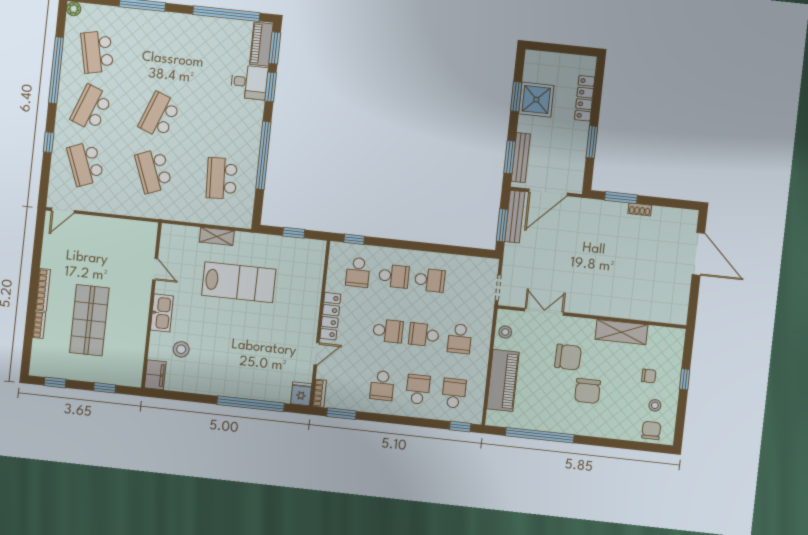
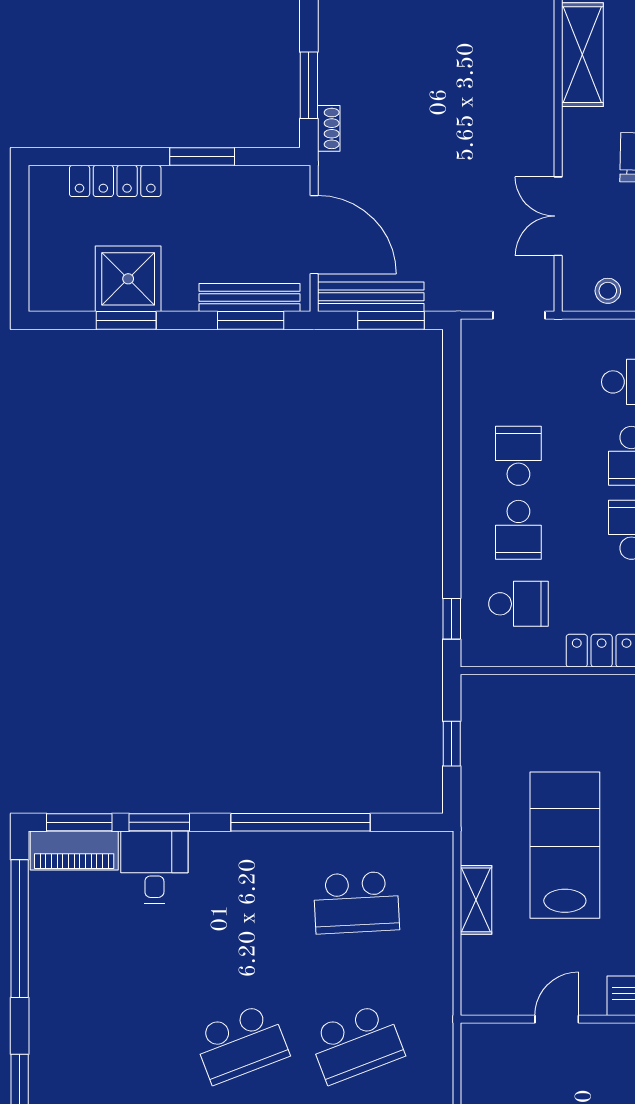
school desk: (159, 115) -> (241, 1044), turned -42
shoe rack: (640, 209) -> (329, 128), moved
school desk: (394, 276) -> (518, 530), turned 180

